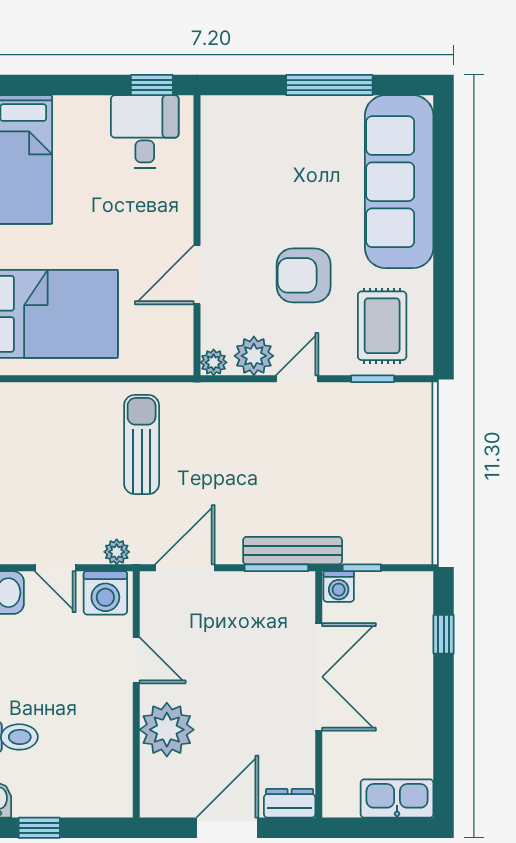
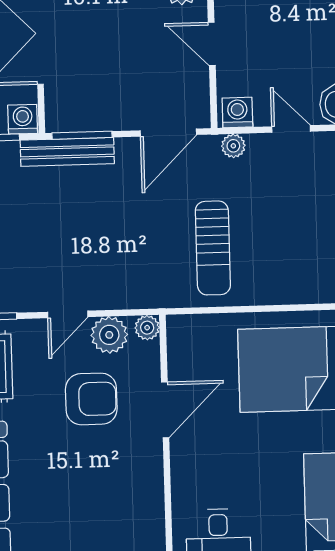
armchair: (304, 275) -> (91, 399), moved
washing machine: (105, 593) -> (237, 112), width x0.73, depth x0.73

